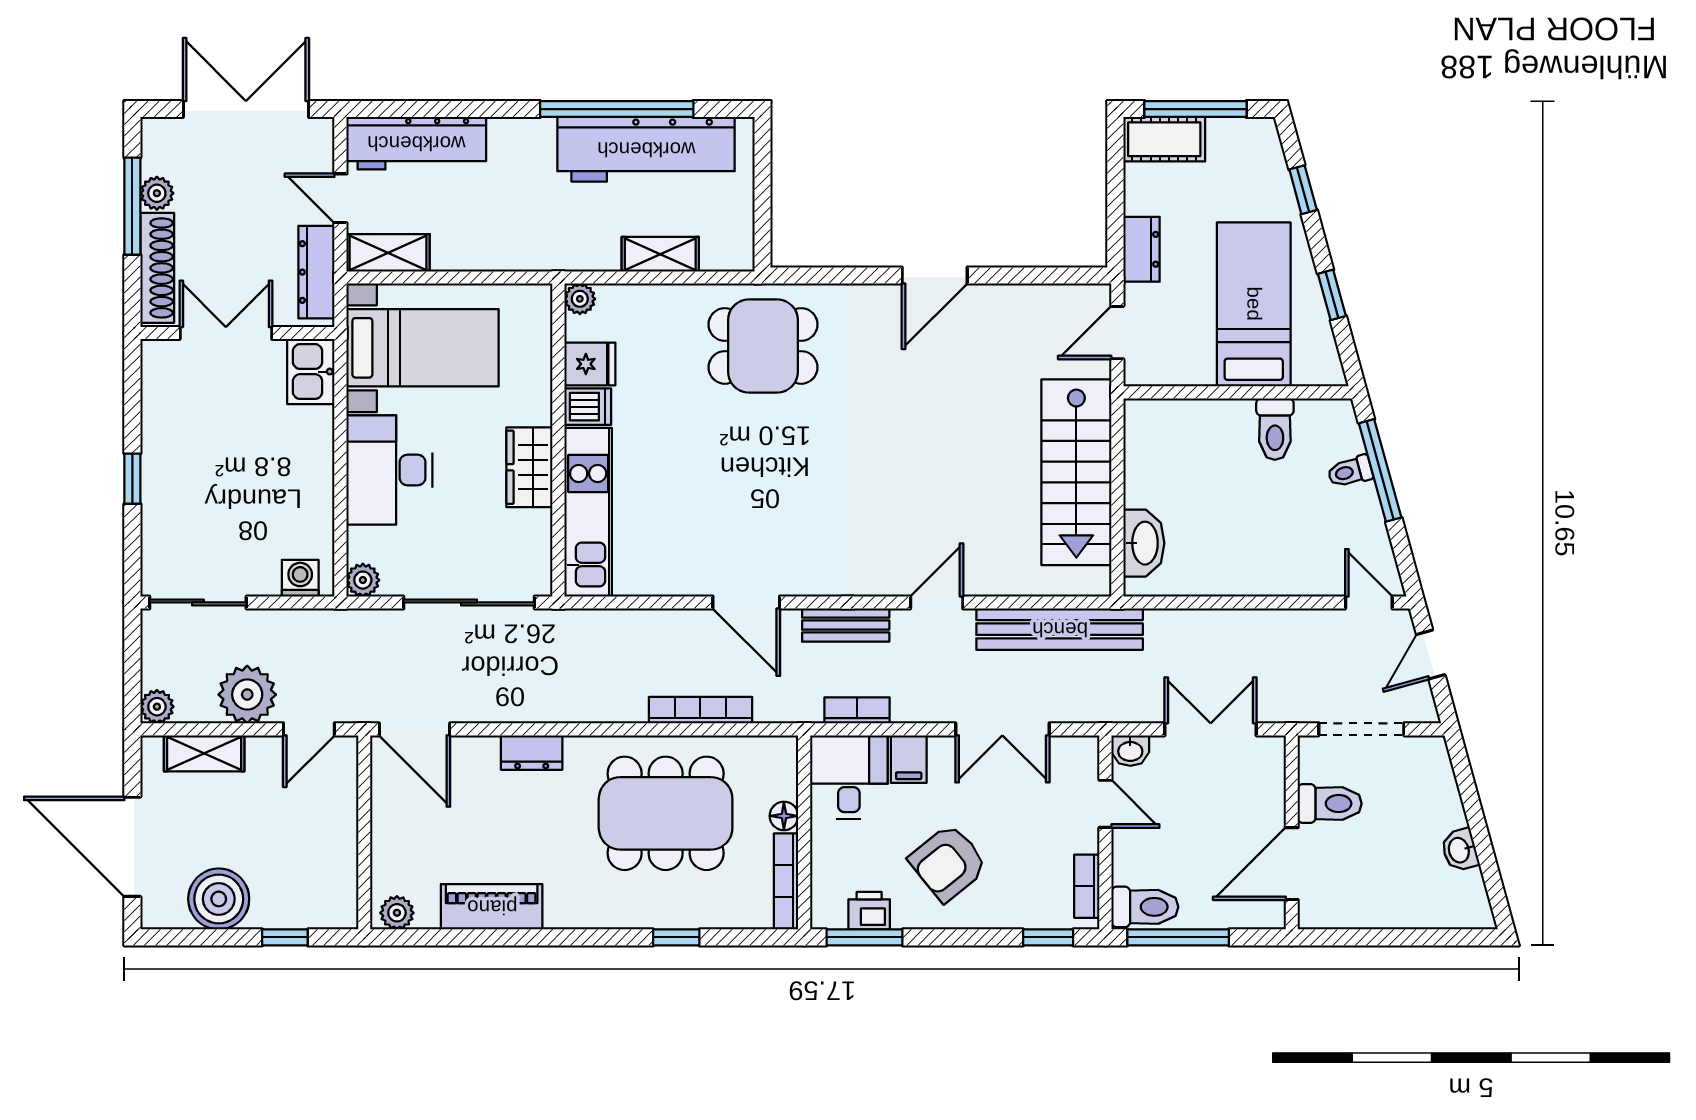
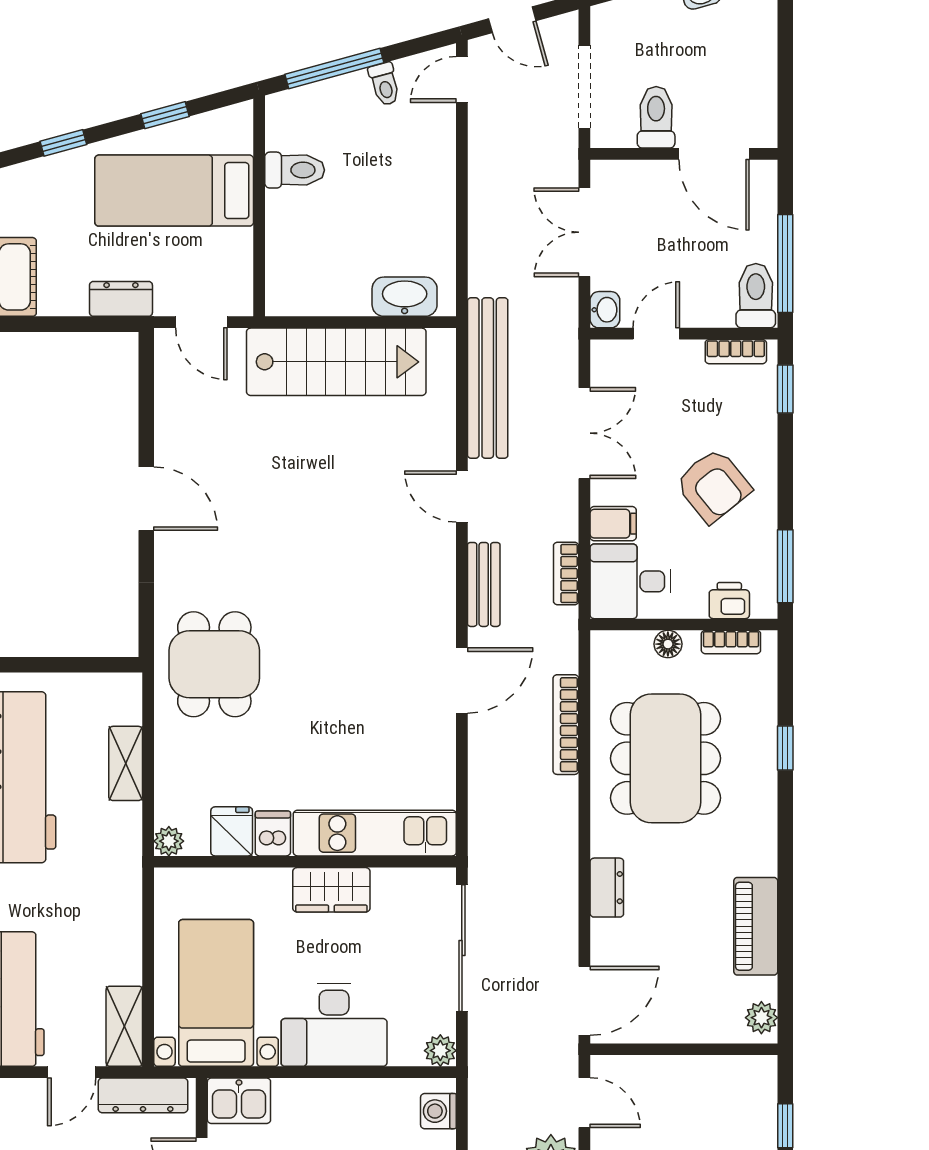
toilet: (1350, 472) -> (384, 84), moved
bookcase: (786, 881) -> (731, 642), width x0.64
printer: (869, 911) -> (729, 601), moved, turned 90

